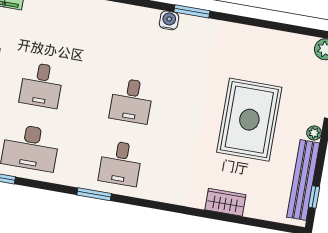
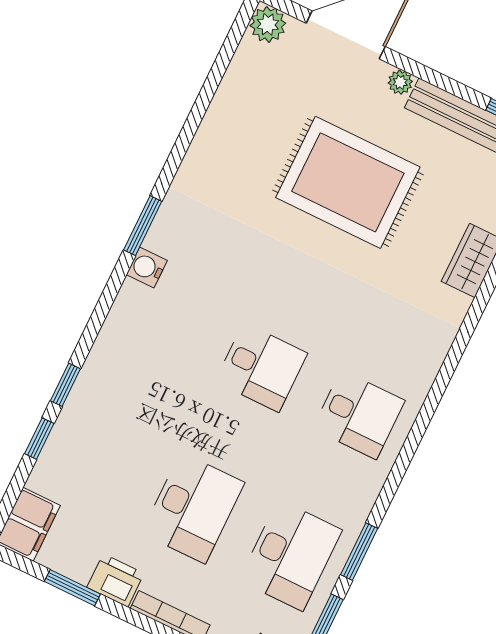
desk: (41, 85) -> (193, 508), width x1.37
window: (94, 194) -> (359, 552), moved

